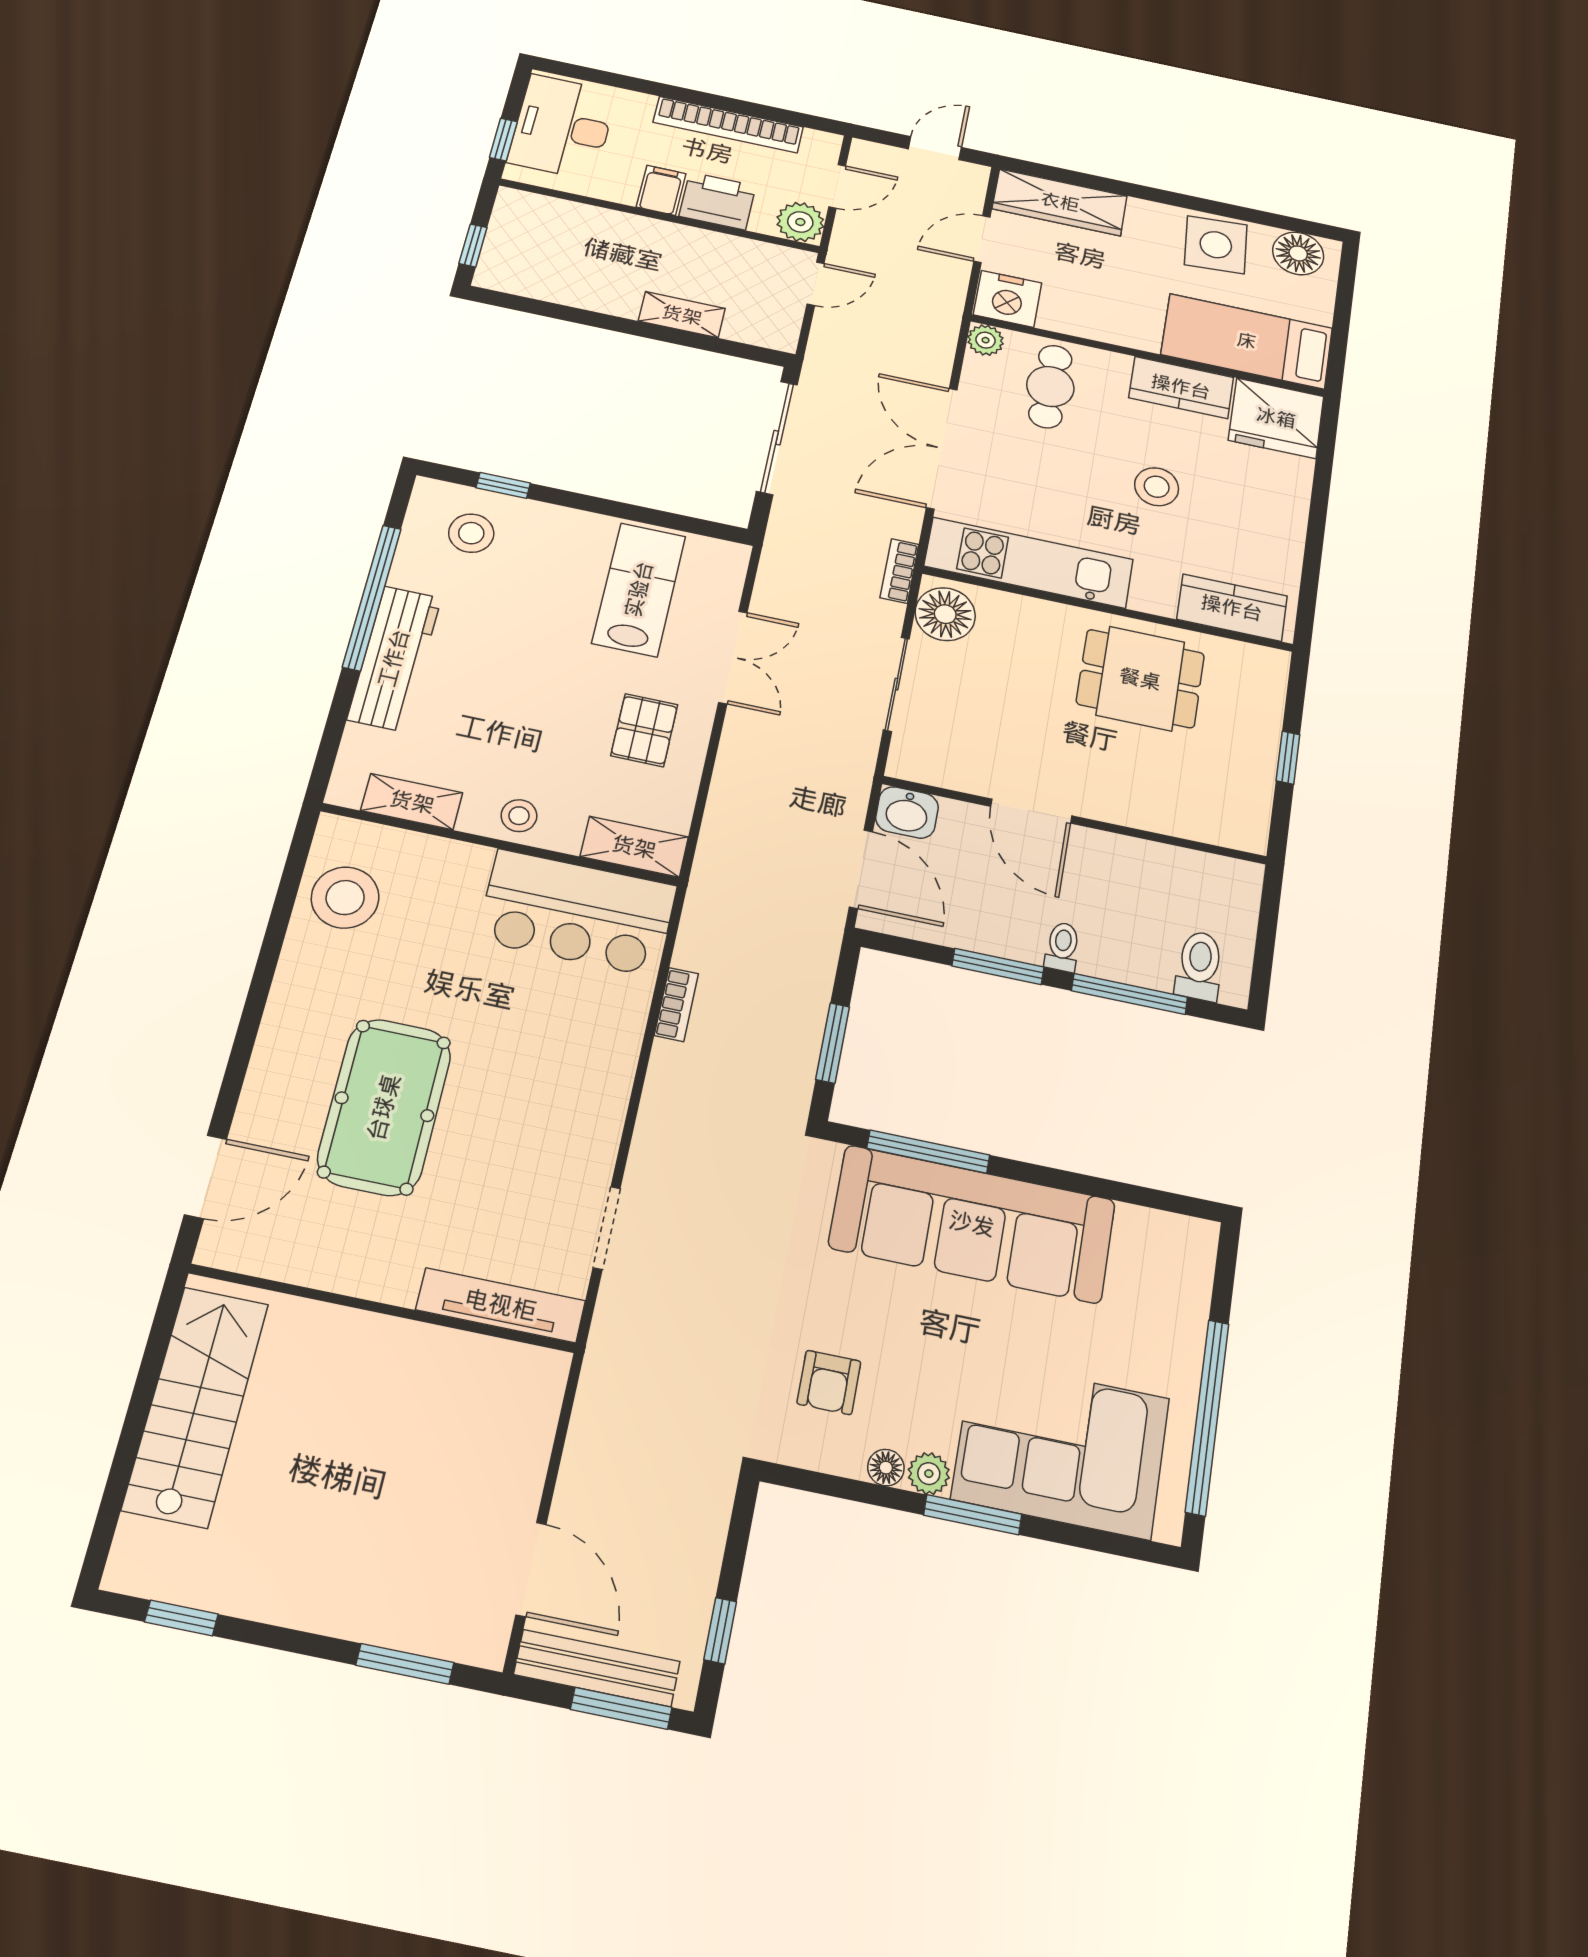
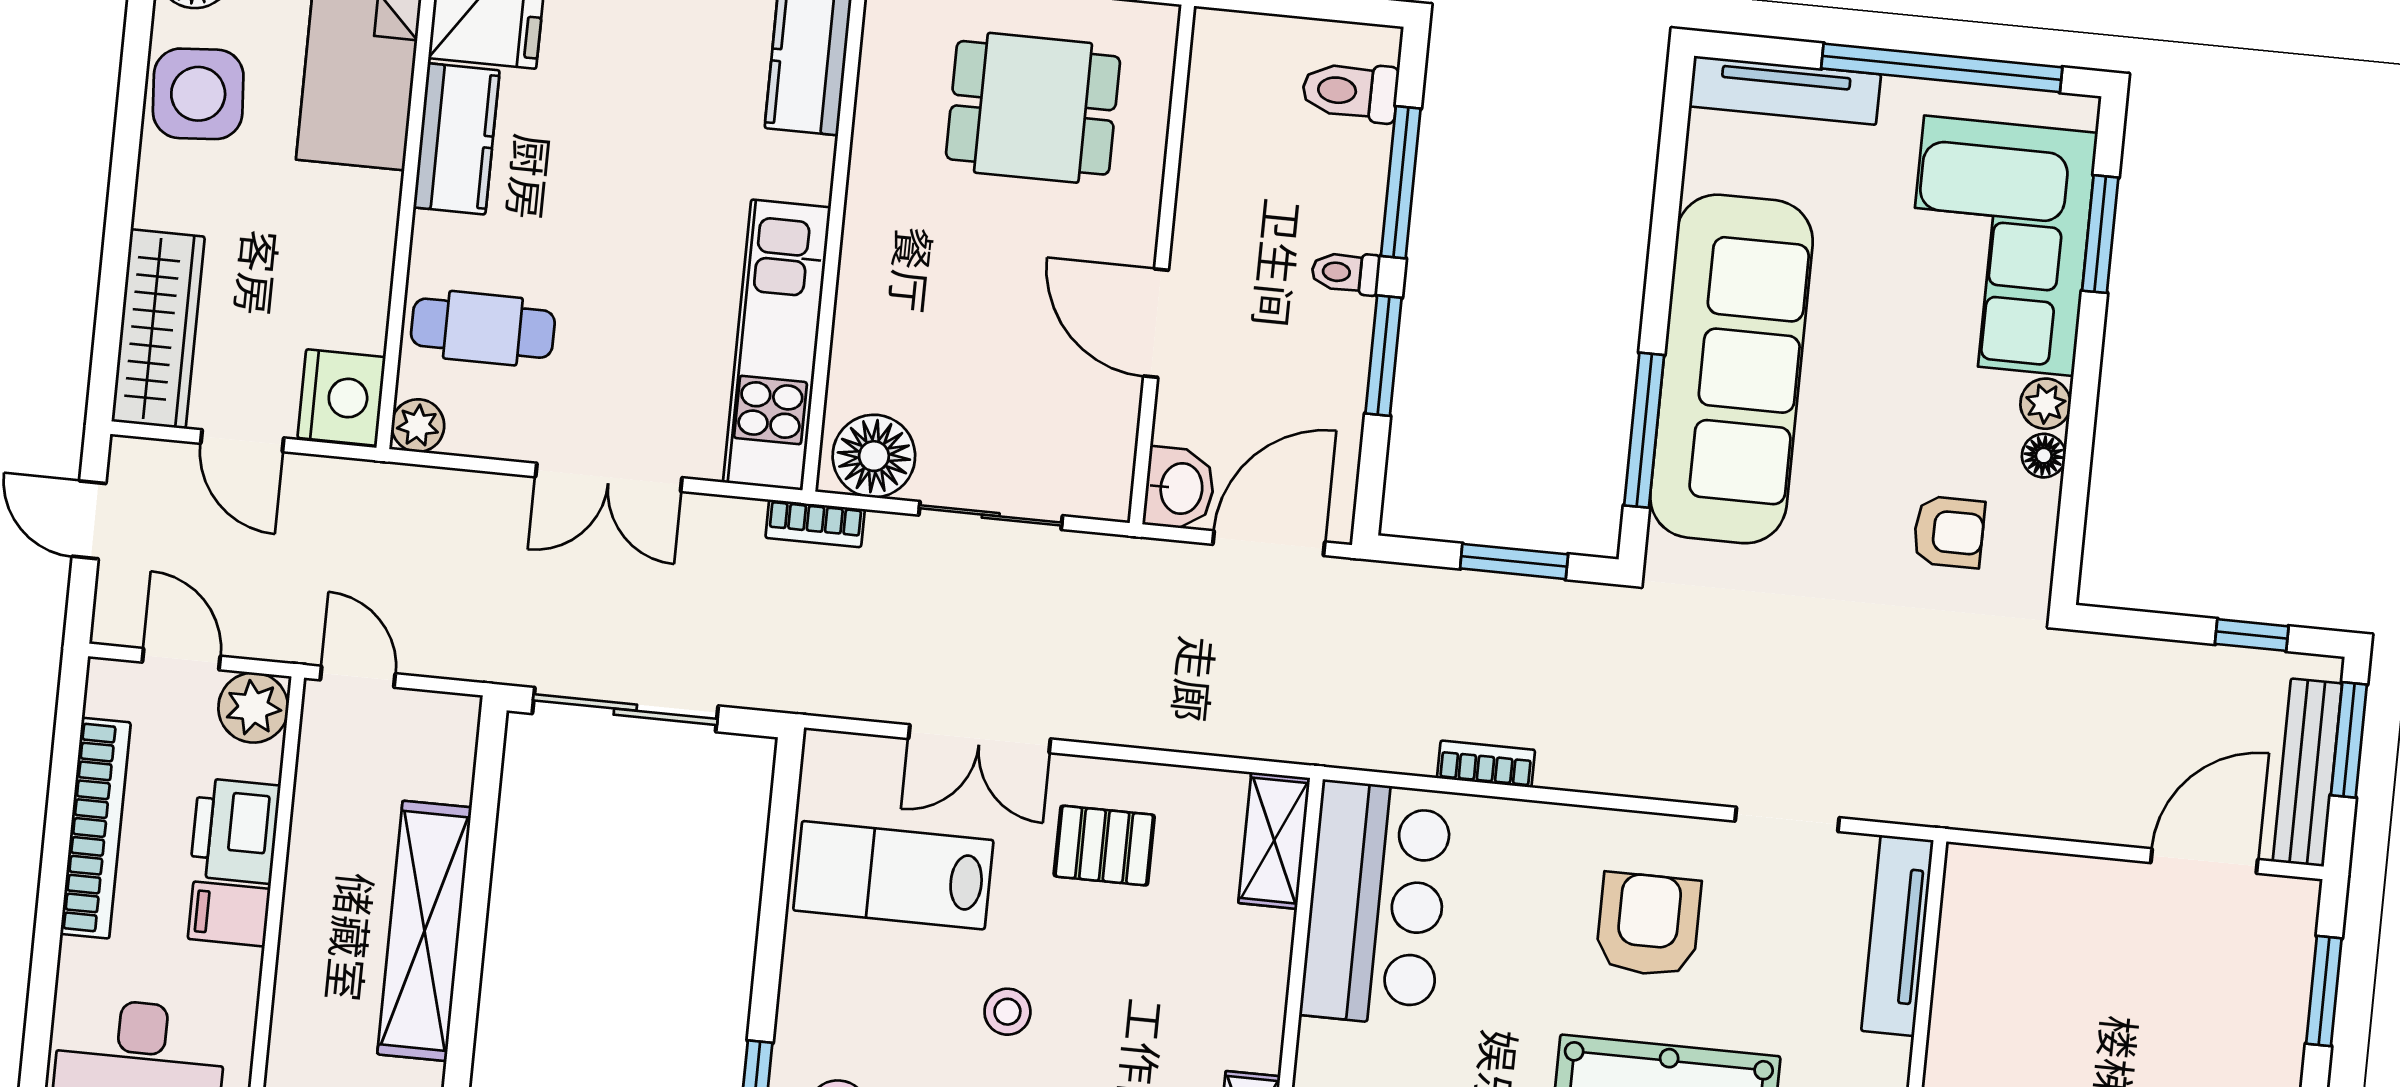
shelving: (682, 315) -> (424, 931), width x2.20, depth x1.33
double door: (942, 448) -> (609, 477), width x0.73
stool: (1157, 487) -> (628, 170), removed
double door: (733, 657) -> (980, 739), swing flipped
dining table: (1140, 679) -> (1033, 108), moved, turned 90
door: (1031, 811) -> (1156, 323), swing flipped
stool: (519, 816) -> (1007, 1012), moved
armchair: (535, 1111) -> (1648, 925), added
tv unit: (1192, 1290) -> (1785, 90), added
window: (973, 1515) -> (2100, 234), moved

